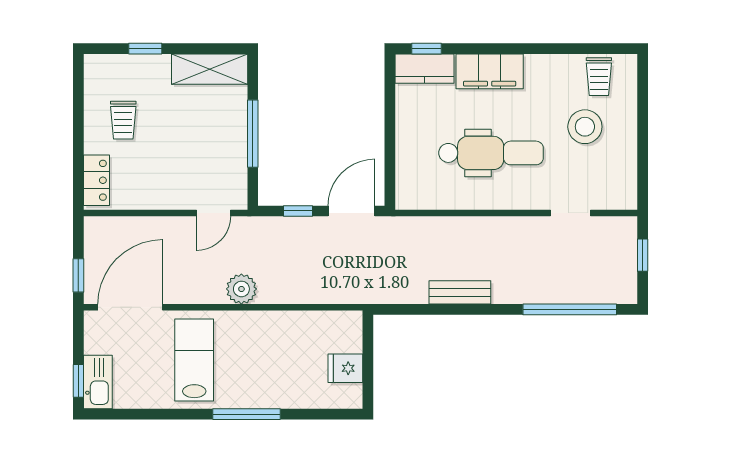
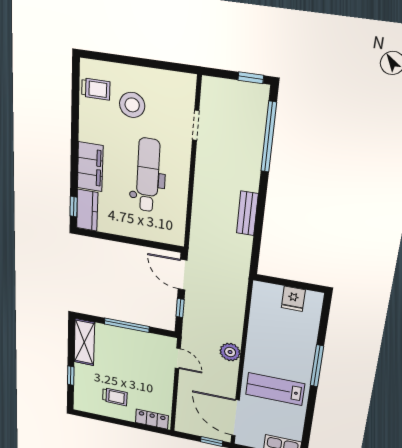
window: (643, 255) -> (251, 78), moved

